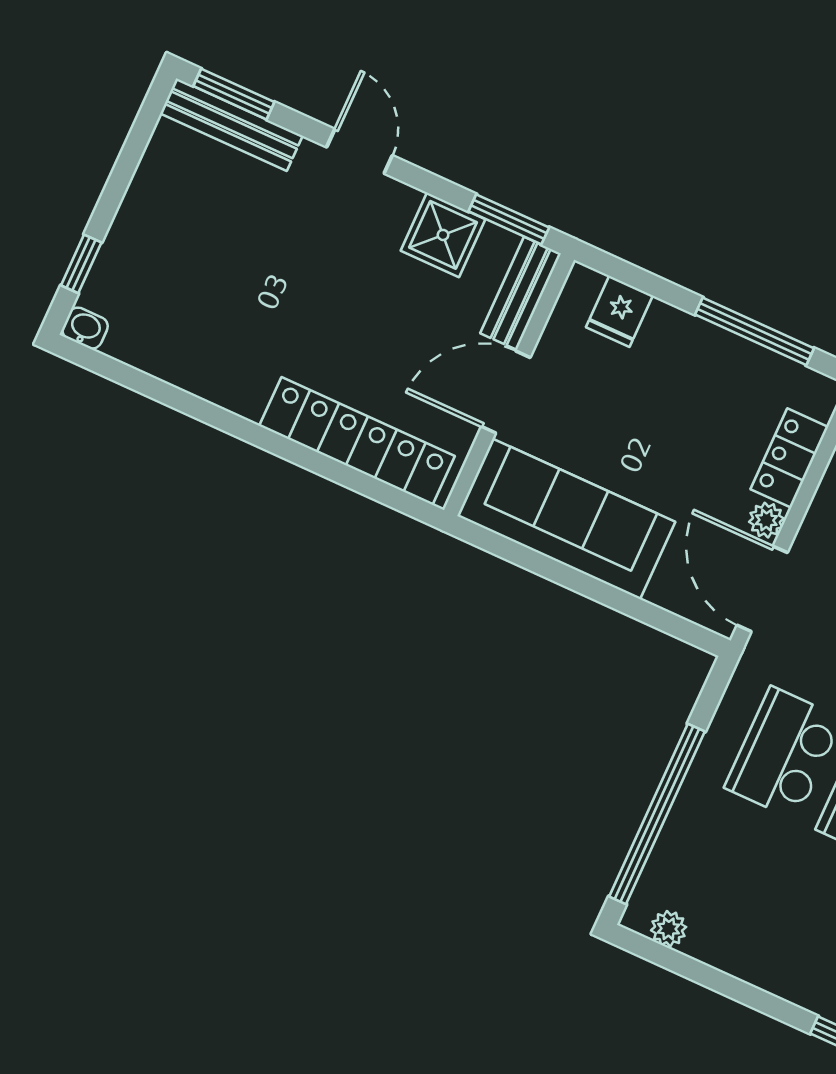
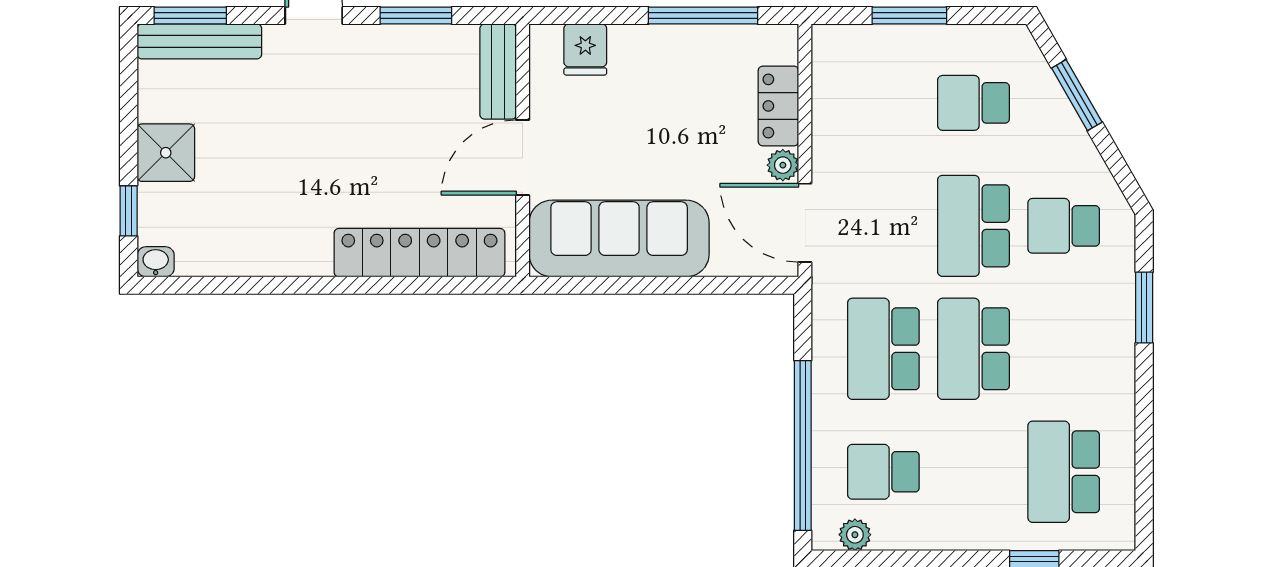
window: (509, 219) -> (416, 16), moved
shower: (443, 235) -> (166, 153), moved
school desk: (727, 878) -> (883, 472), added

